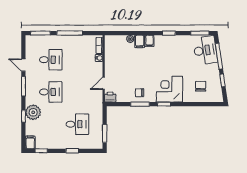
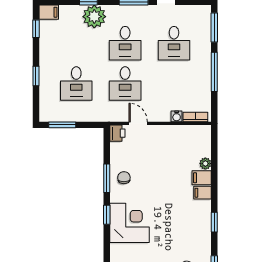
desk: (77, 92) -> (125, 84), added

